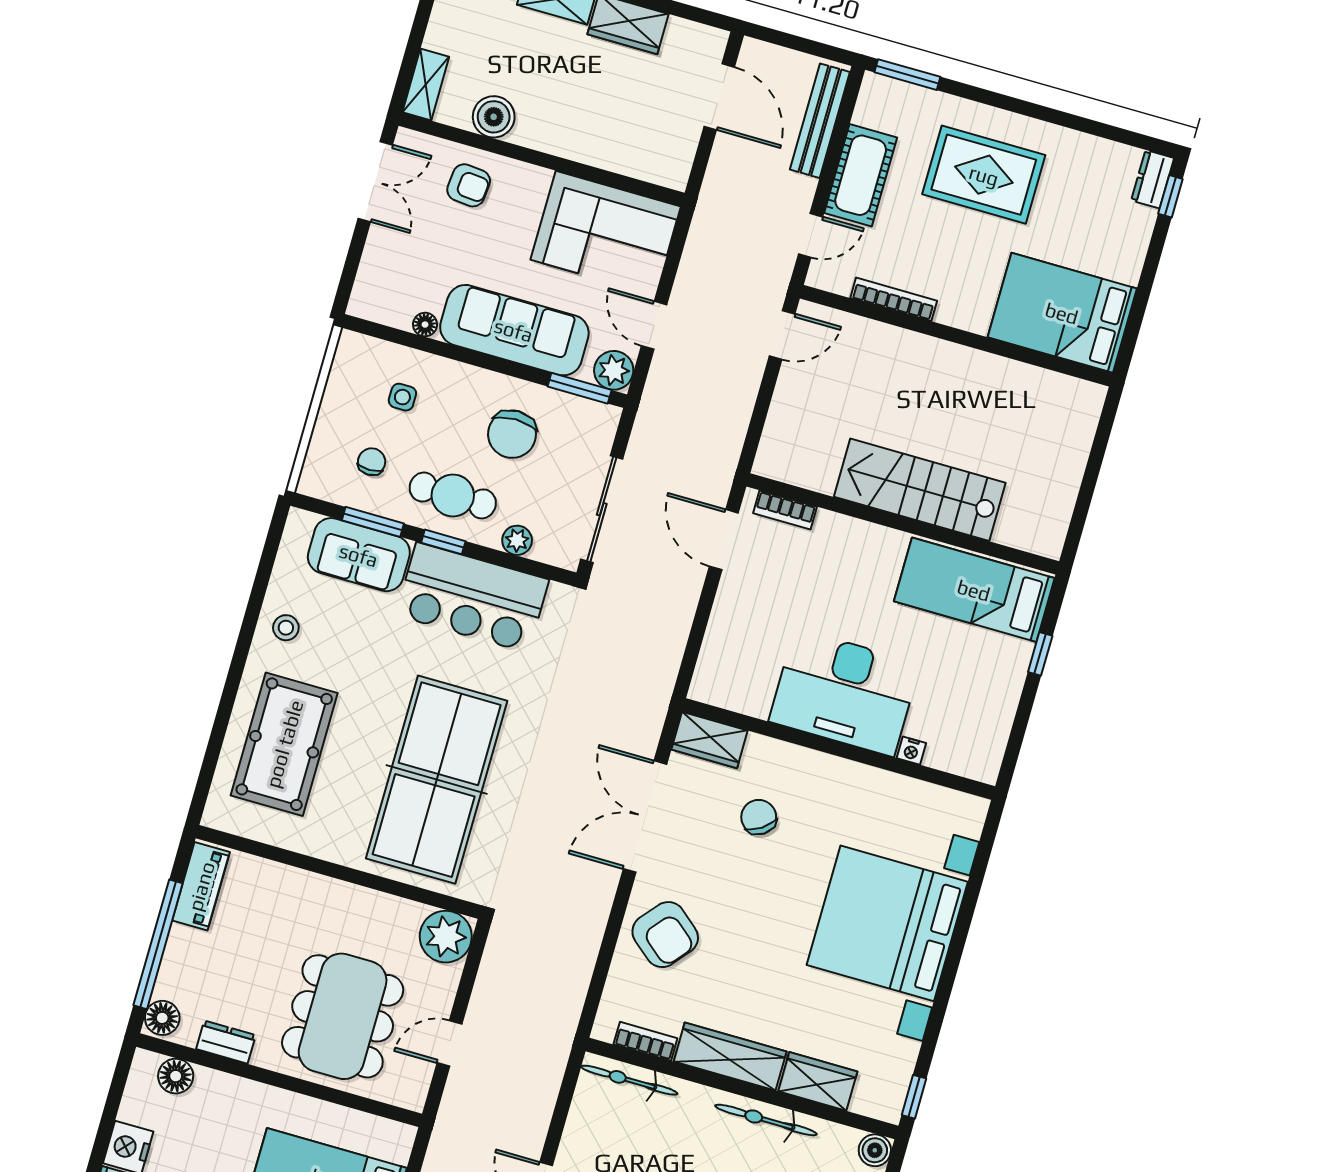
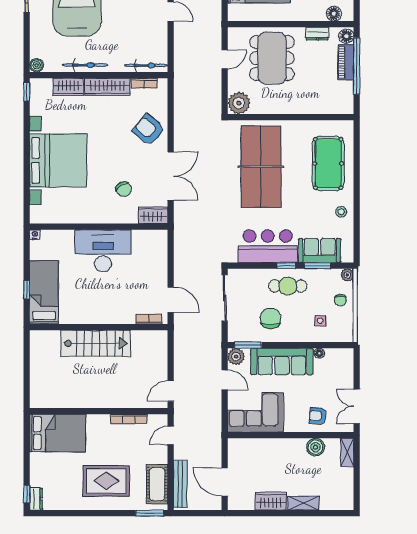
cot: (861, 175) -> (157, 484), moved
chair: (372, 462) -> (340, 300), moved
plant: (517, 540) -> (347, 275), moved
bed: (974, 590) -> (44, 292), moved, turned -90
nightstand: (911, 751) -> (35, 235), moved
piano: (201, 886) -> (346, 62), moved

